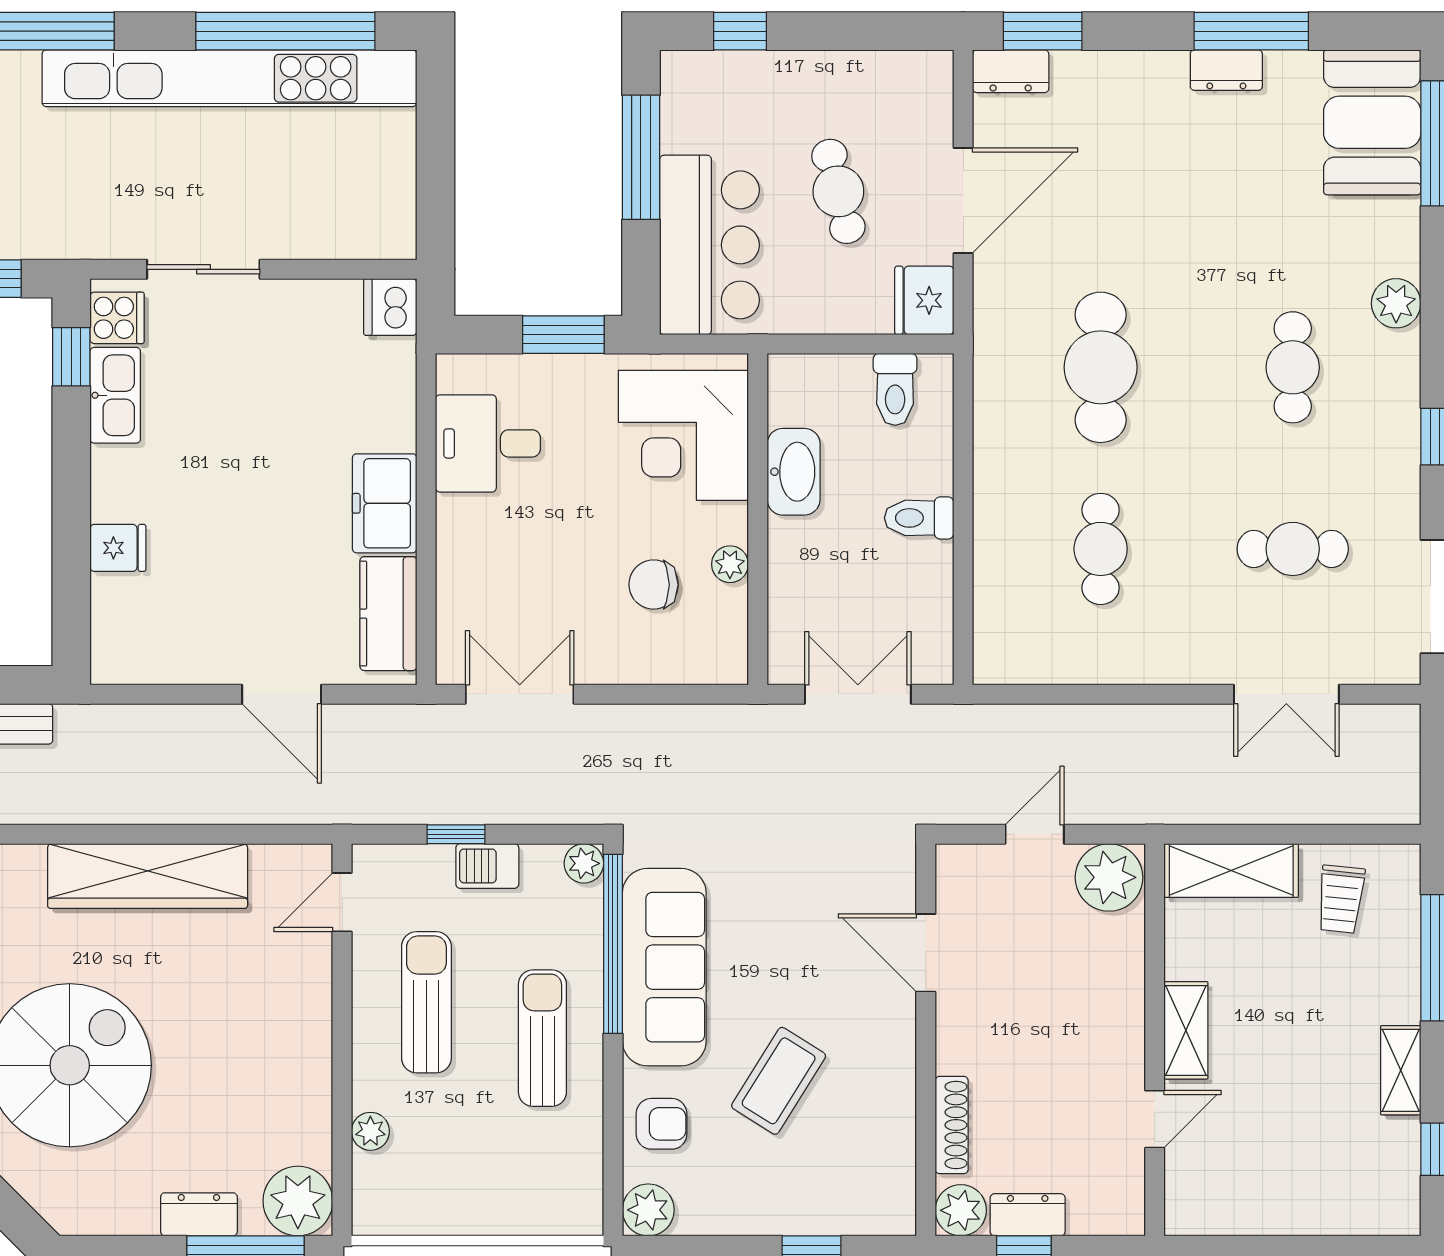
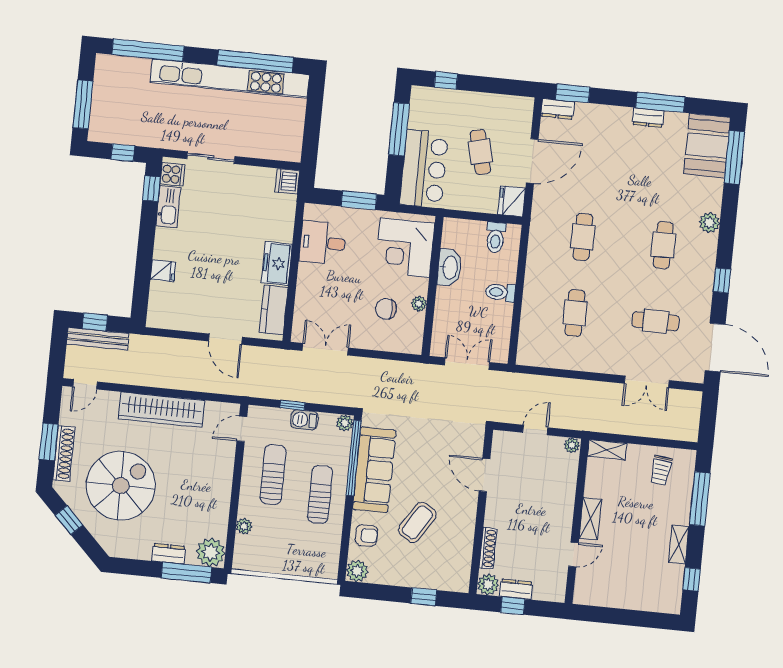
cafe table: (1101, 367) -> (583, 237), width x0.73, depth x0.74
shelving: (1231, 871) -> (607, 450), width x0.67, depth x0.75
plant: (1109, 877) -> (572, 445), width x0.53, depth x0.53

